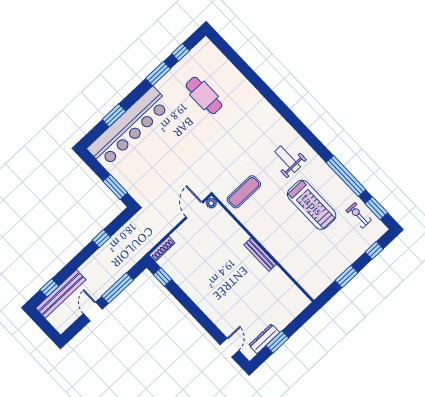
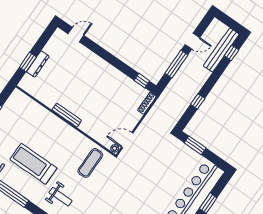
door: (195, 210) -> (127, 140), swing flipped
door: (93, 311) -> (192, 41), hinge flipped
dresser: (264, 339) -> (38, 64), moved
window: (277, 342) -> (28, 62), moved
door: (229, 348) -> (76, 35), swing flipped

